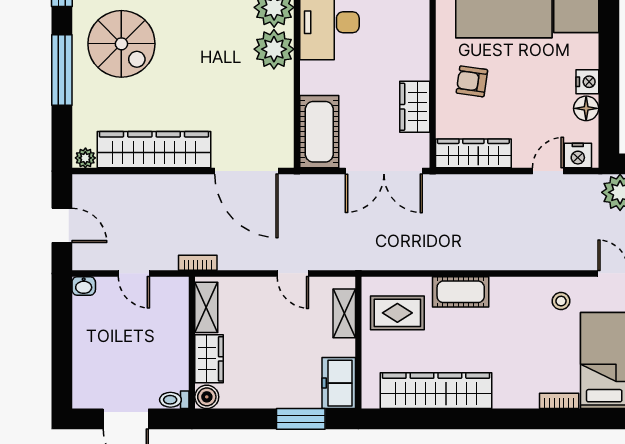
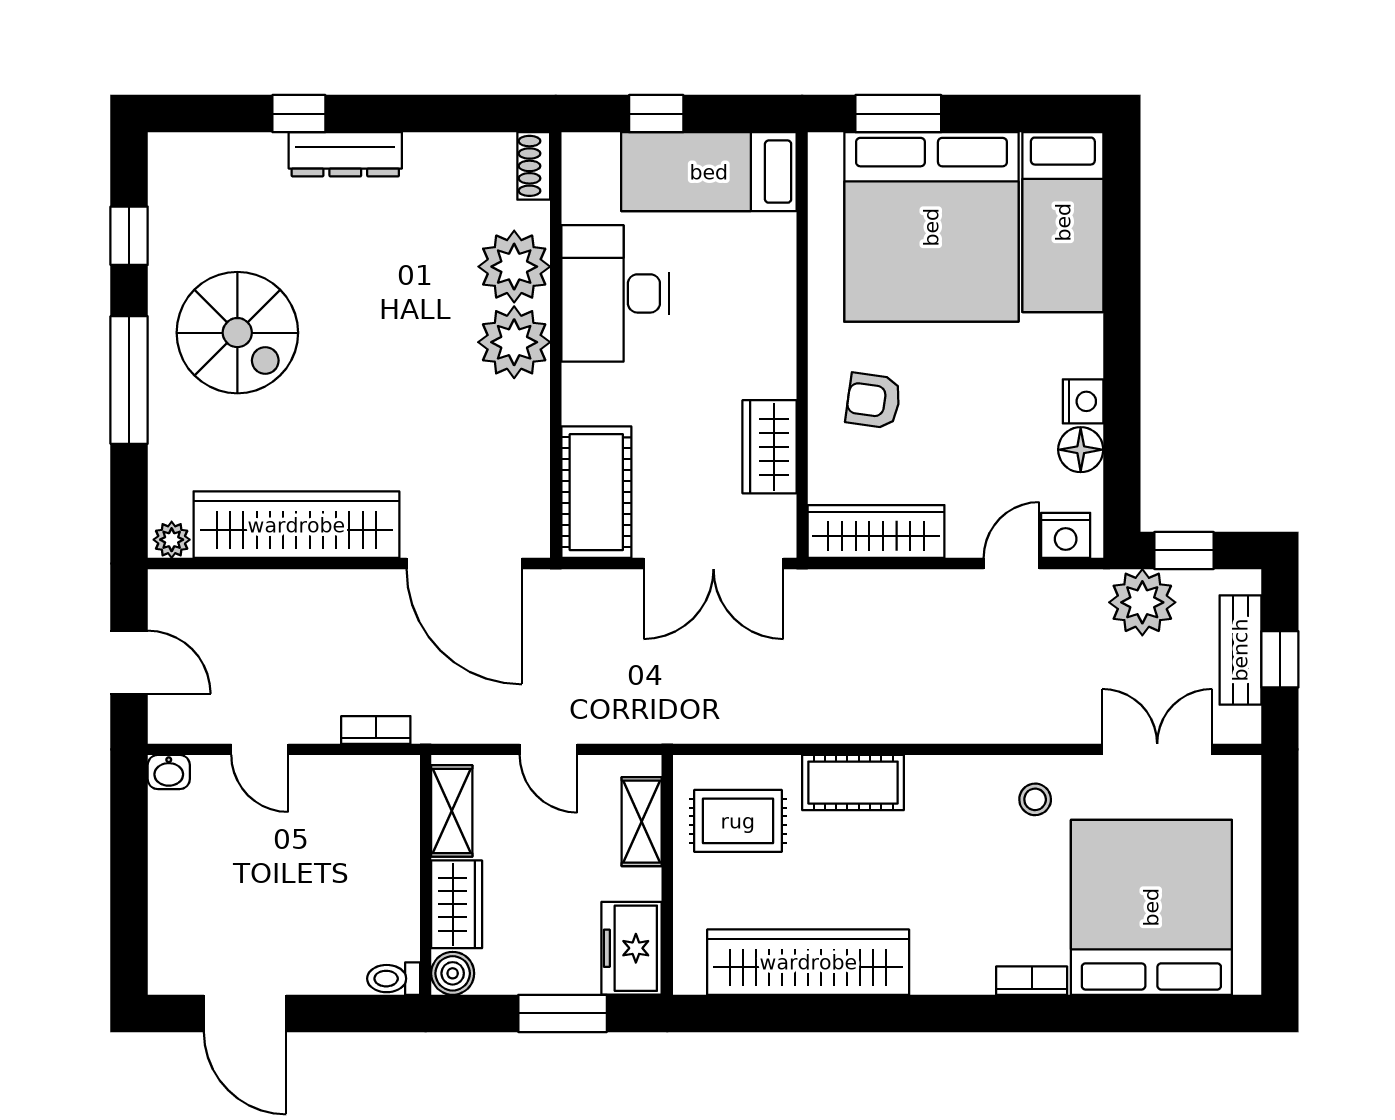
shelving: (206, 307) -> (452, 811), moved
wall: (192, 343) -> (426, 875), moved
wardrobe: (209, 359) -> (457, 904), moved
boiler: (207, 397) -> (453, 973), moved
toilet: (174, 400) -> (394, 979), moved

